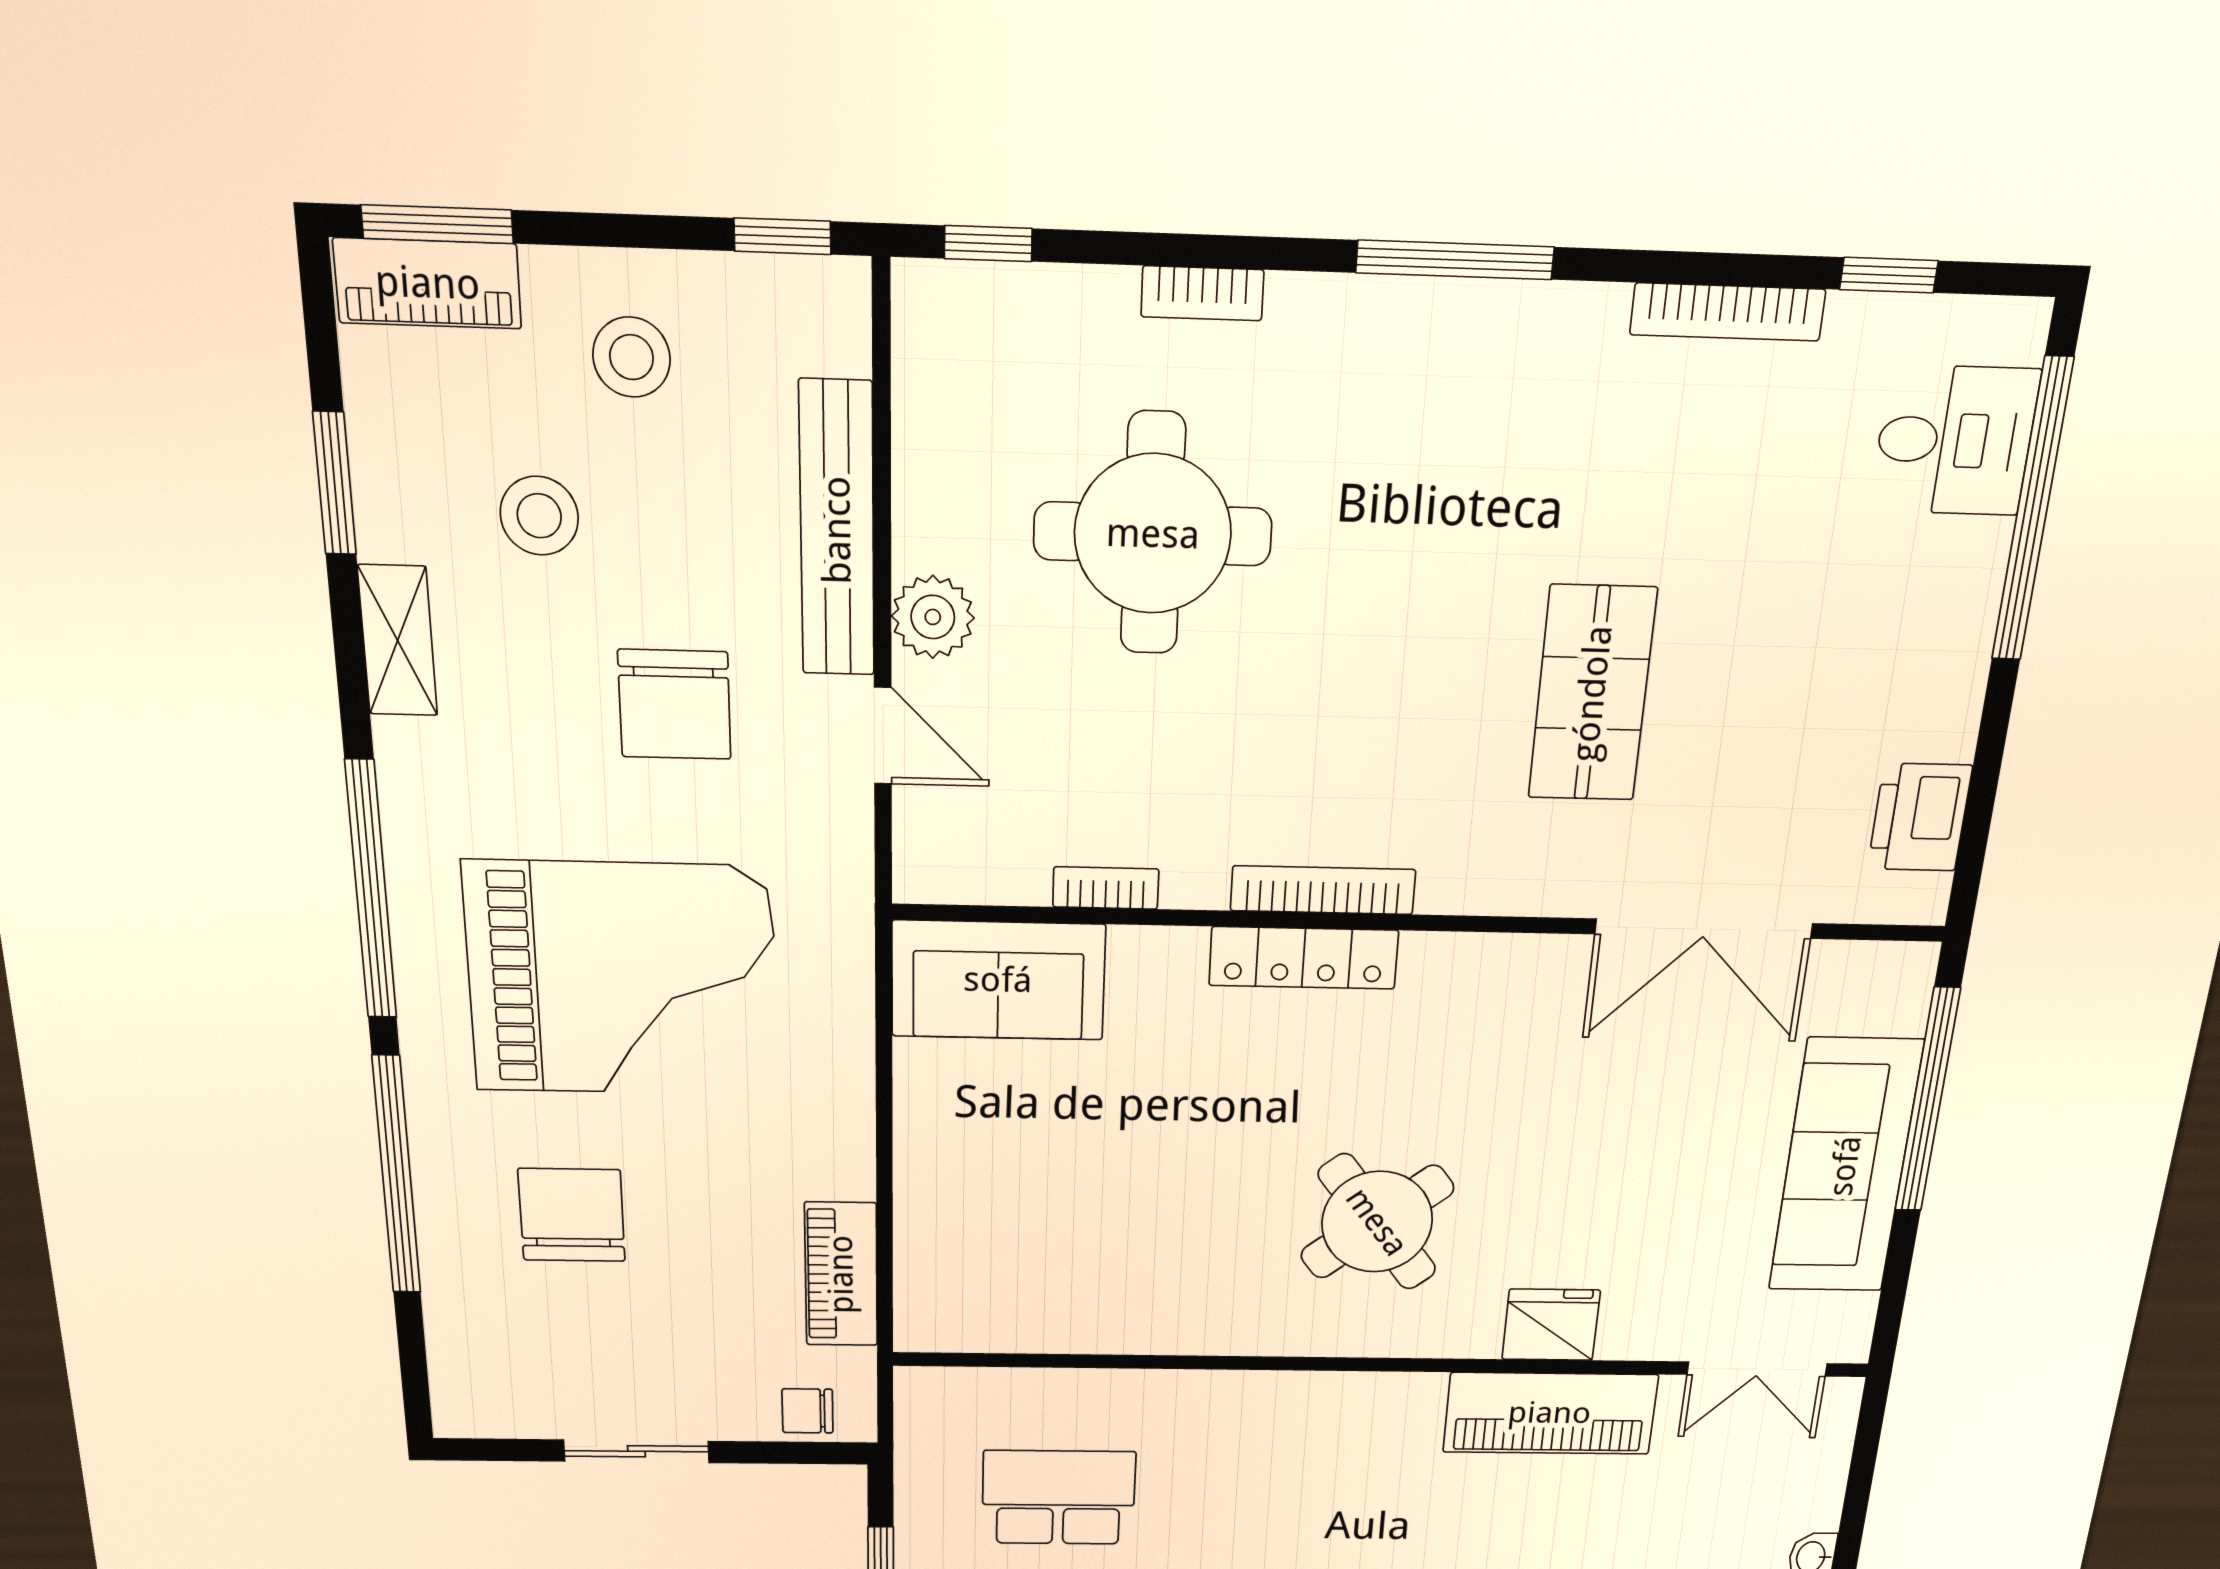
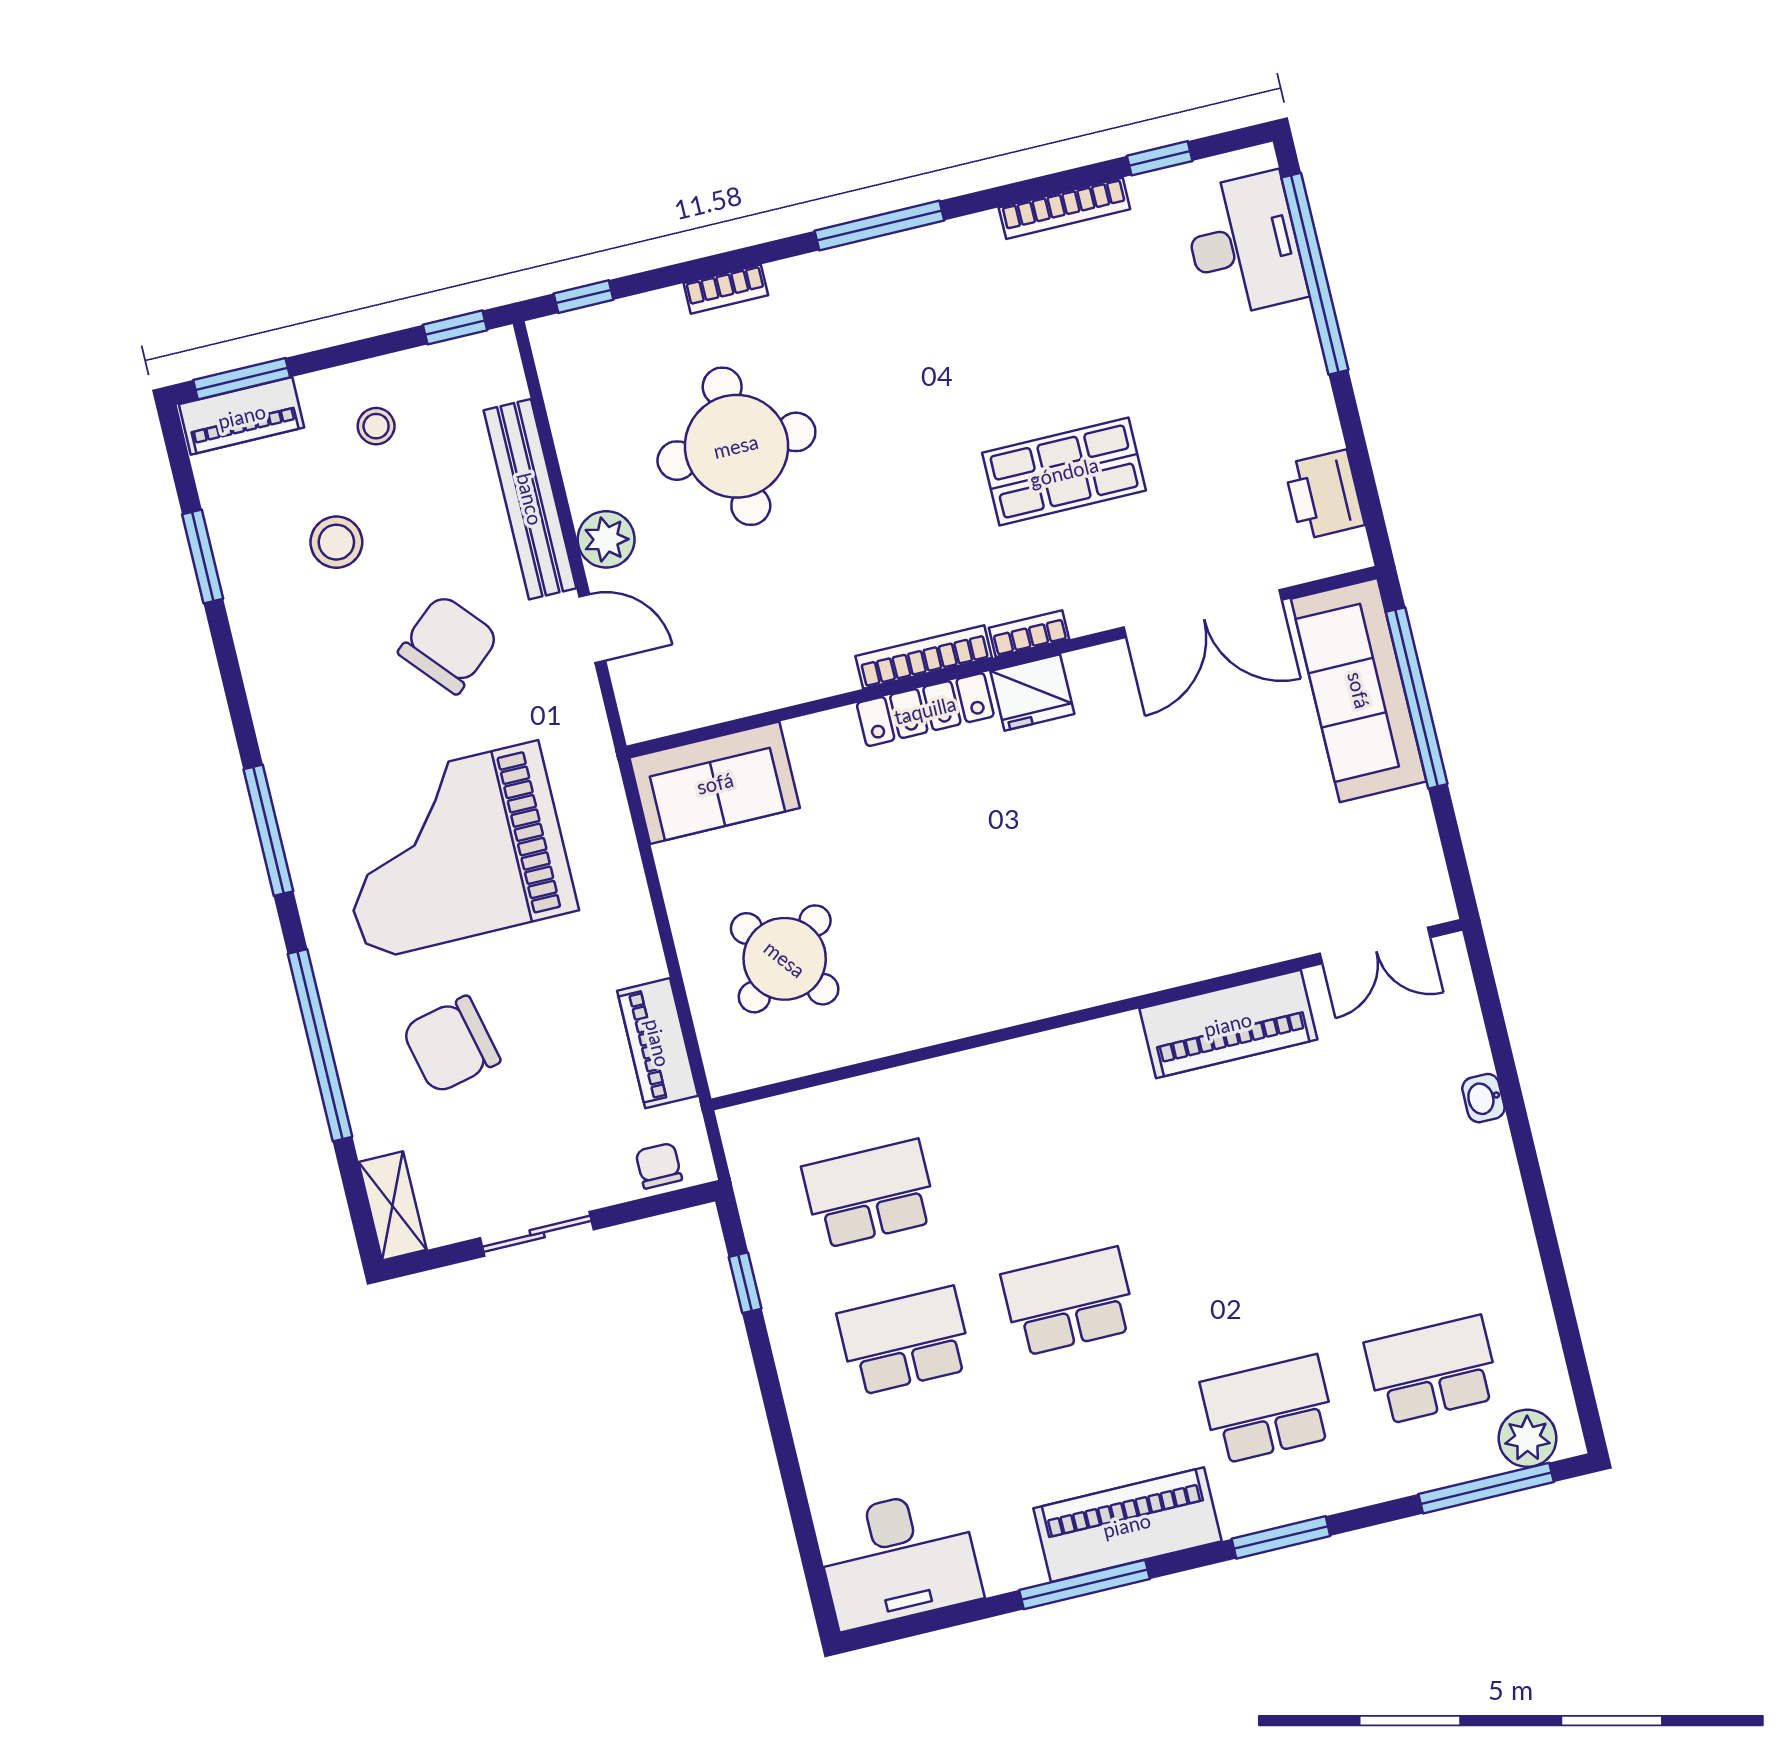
stool: (631, 357) -> (376, 426), width x0.73, depth x0.73
desk: (1955, 440) -> (1244, 245), width x1.37
shelving: (398, 641) -> (392, 1206), moved
shop shelf: (1592, 694) -> (1064, 472), turned 90
chair: (675, 704) -> (448, 644), turned -131
bookcase: (1106, 888) -> (1029, 634), moved
window: (371, 891) -> (268, 830), width x0.68
grand piano: (622, 979) -> (452, 851), turned 180
sofa: (1845, 1166) -> (1359, 690), moved
chair: (572, 1215) -> (451, 1045), turned -103
round table: (1377, 1222) -> (785, 959), moved
fridge: (1551, 1325) -> (1032, 692), moved, turned 180
chair: (807, 1411) -> (659, 1166), turned 90

